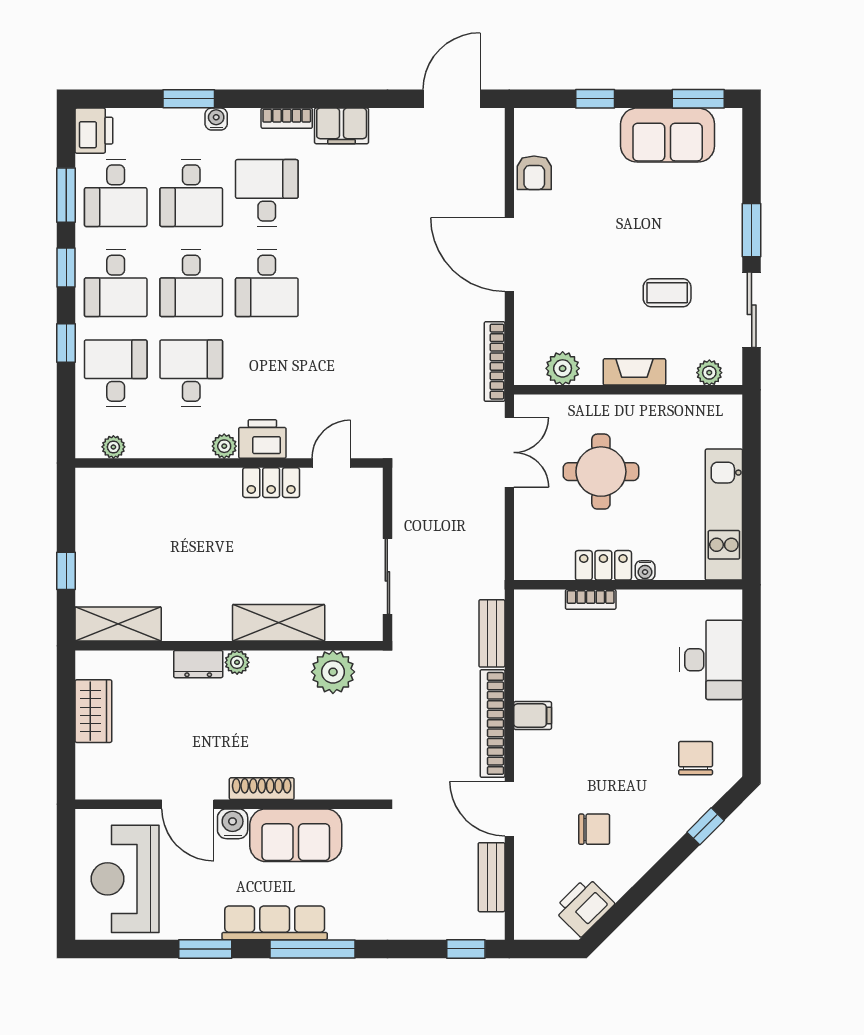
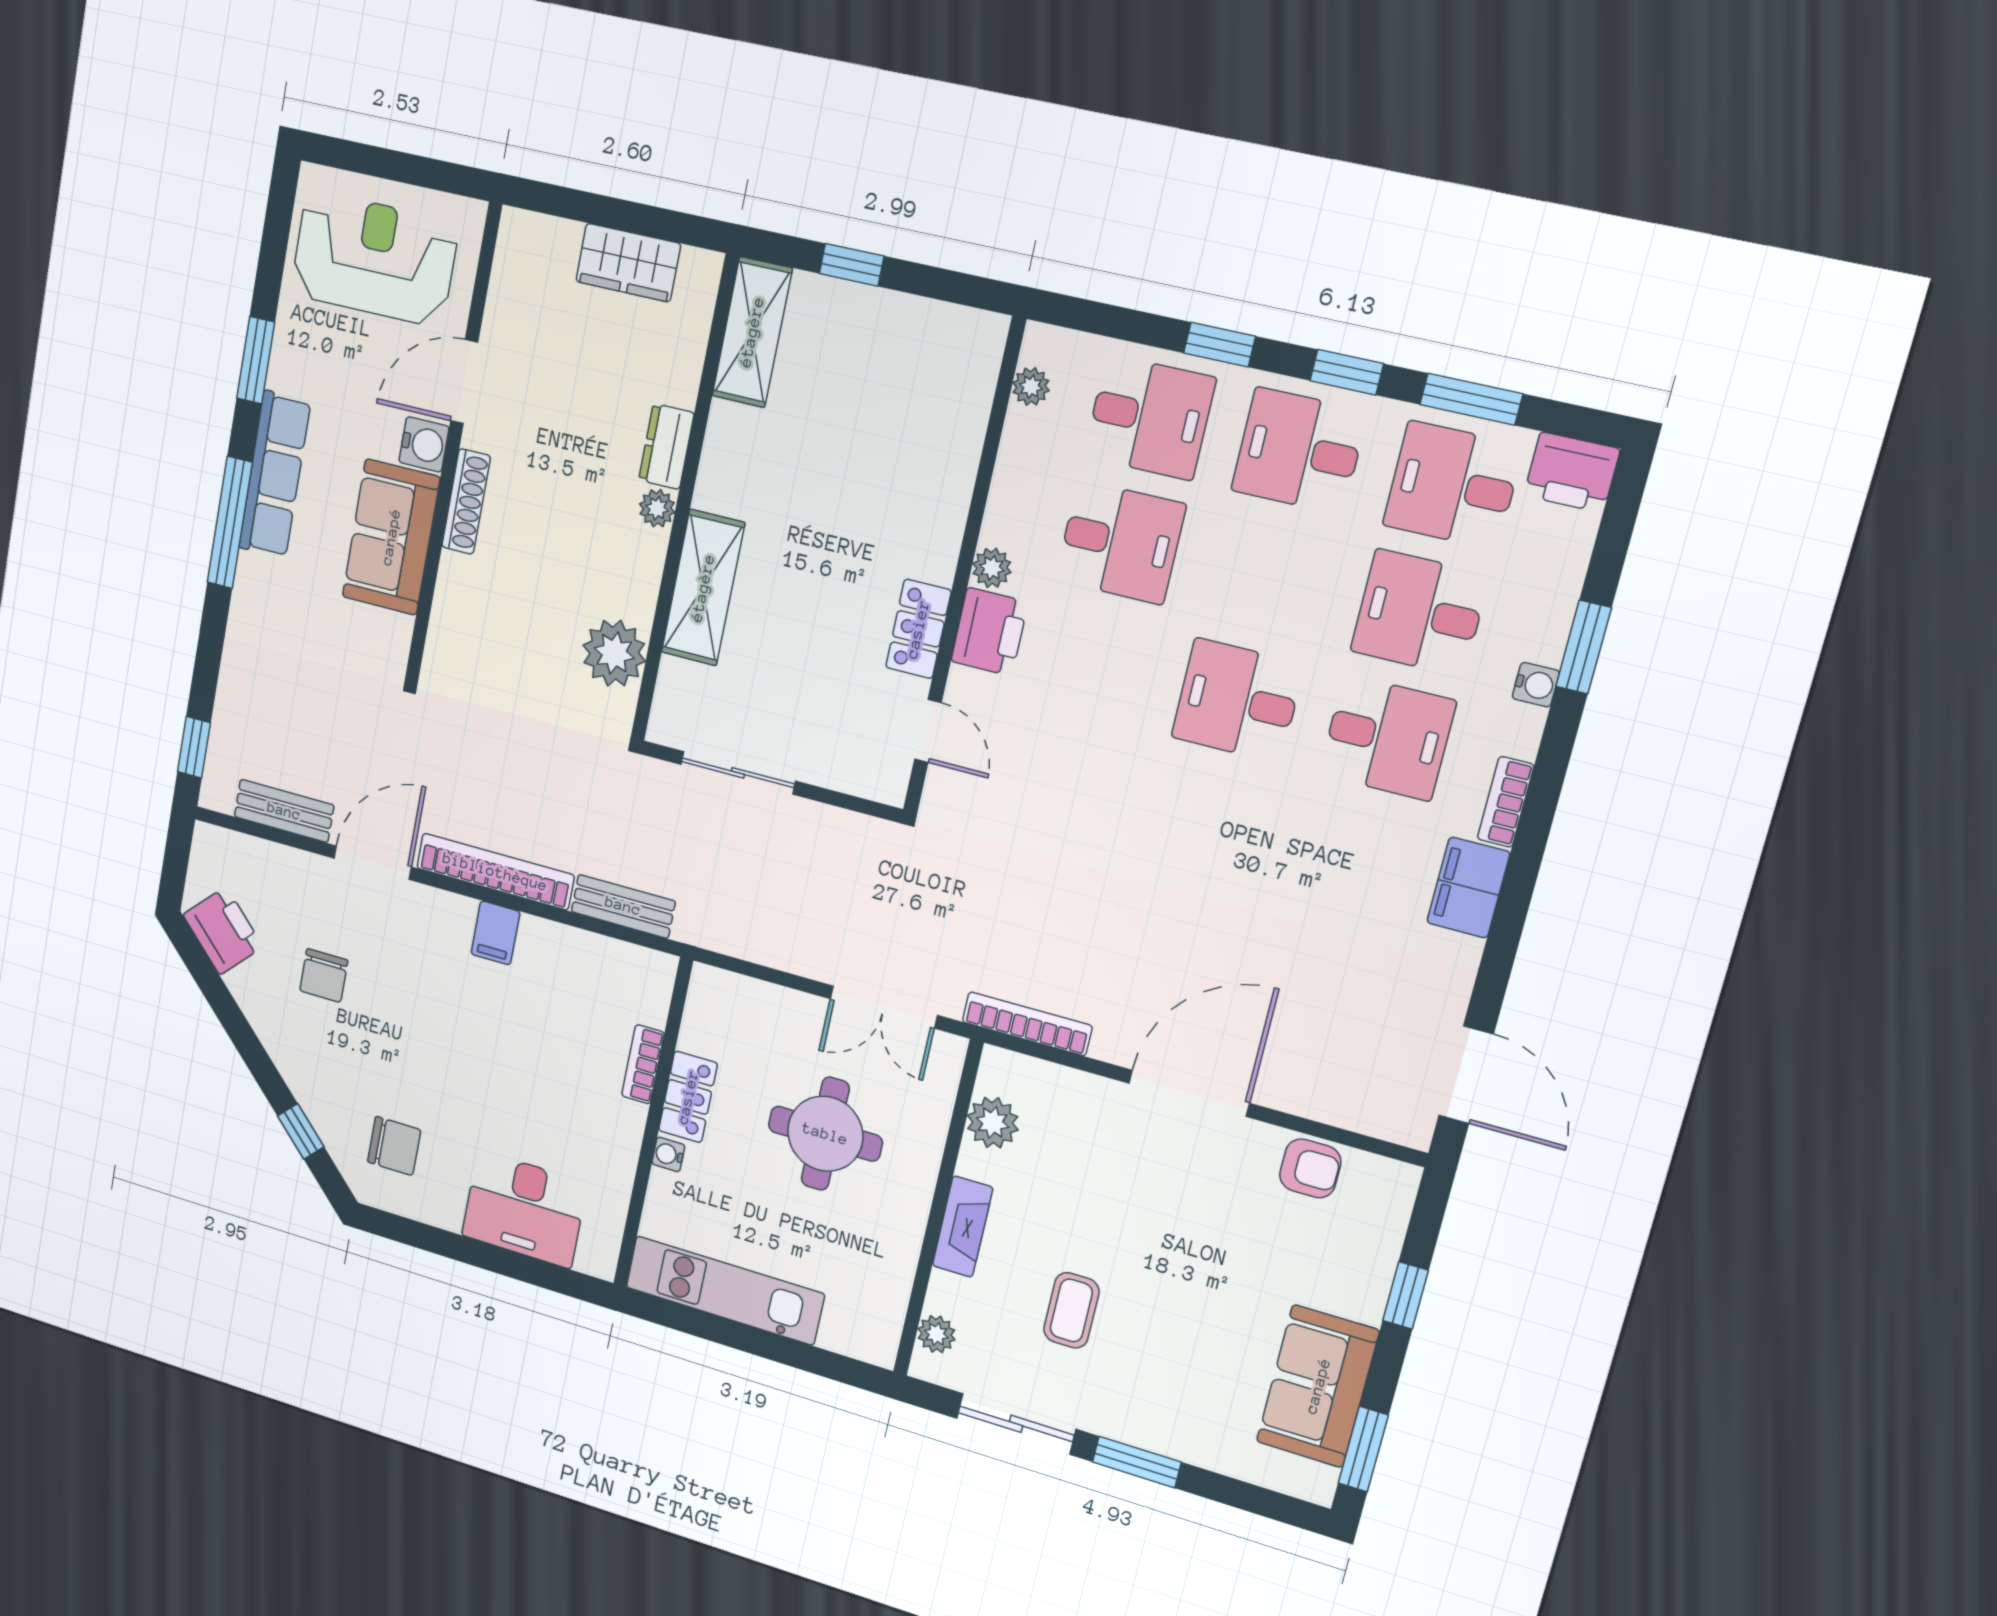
armchair: (534, 173) -> (1310, 1168), turned 180
desk: (191, 283) -> (1268, 577), removed

